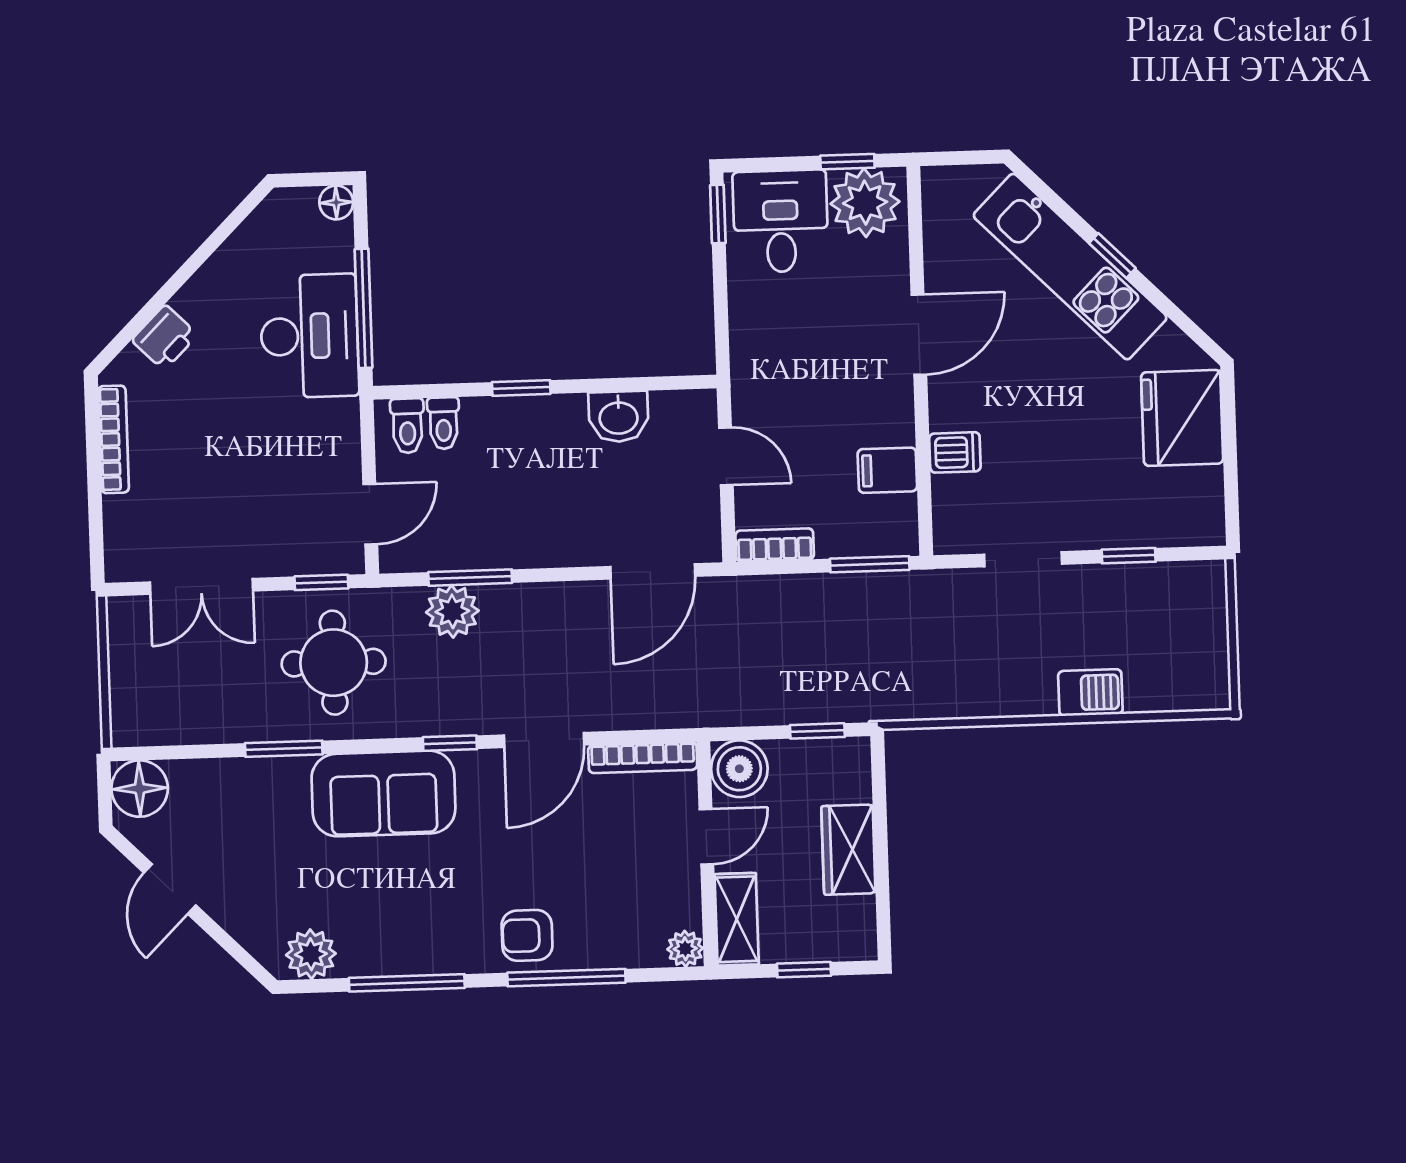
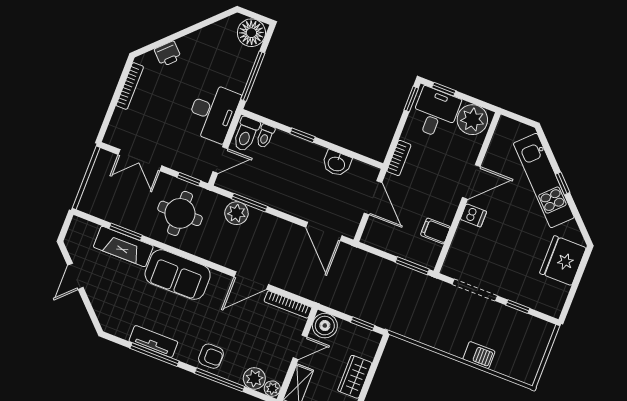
window: (847, 162) -> (444, 89), moved
floor lamp: (336, 202) -> (251, 33), width x1.89, depth x1.89
desk: (309, 336) -> (213, 112), moved
toilet: (407, 426) -> (246, 134), width x1.37, depth x1.39
dishwasher: (955, 452) -> (473, 215), moved
door: (726, 456) -> (373, 198), width x1.38
bookcase: (775, 545) -> (399, 158), moved, turned 90
doorway: (1023, 559) -> (475, 290), width x1.38
door: (653, 571) -> (324, 231), hinge flipped
window: (450, 743) -> (213, 266), removed
window: (284, 749) -> (126, 232), moved
fireplace: (244, 783) -> (123, 246), added
floor lamp: (140, 789) -> (80, 231), removed
armchair: (527, 935) -> (211, 356), turned 180
plant: (311, 954) -> (254, 378), moved
tv unit: (393, 956) -> (153, 341), added

